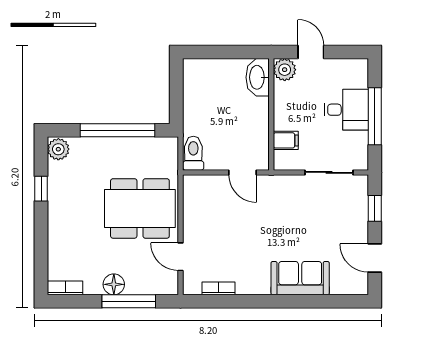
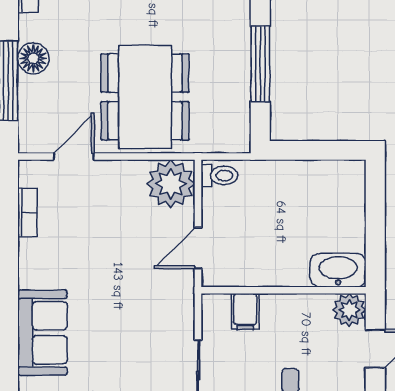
window: (117, 130) -> (260, 64), width x0.68
toilet: (193, 153) -> (219, 176), width x0.73, depth x0.72
plant: (199, 191) -> (171, 184), added

